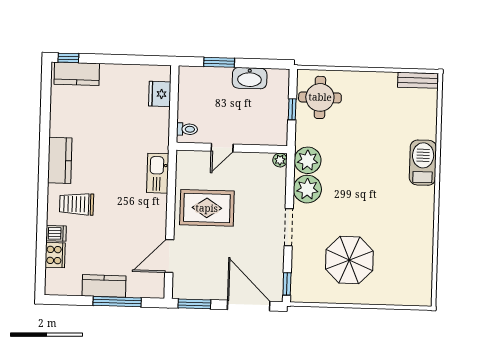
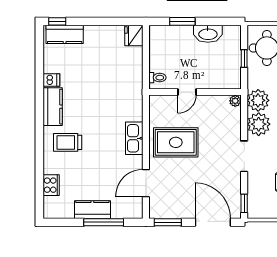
fridge: (160, 94) -> (134, 35), moved
kitchen sink: (158, 173) -> (134, 138), moved
dishwasher: (56, 233) -> (51, 80), moved

